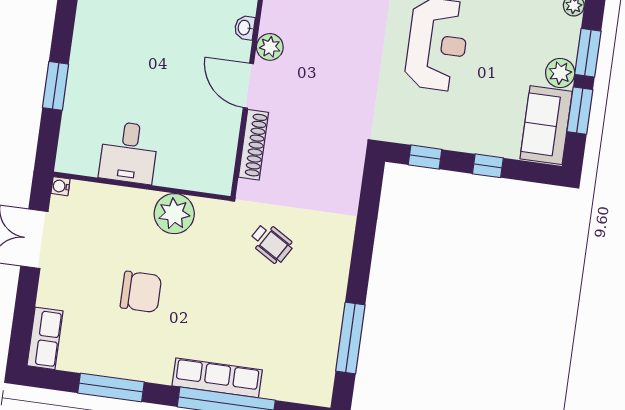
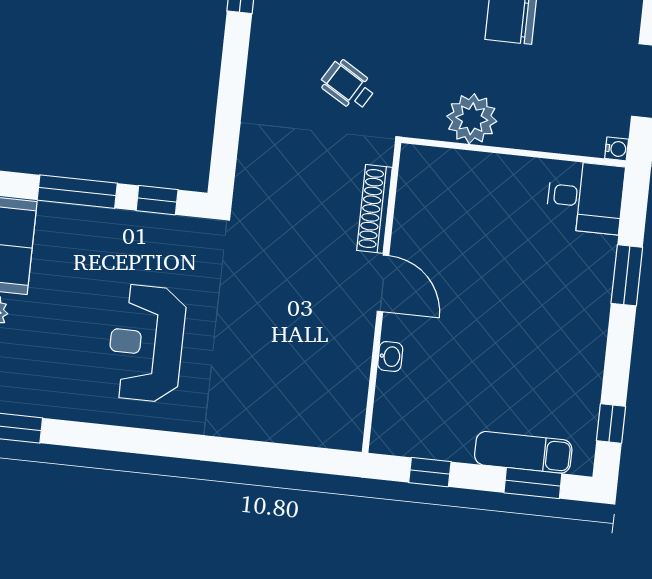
plant: (270, 47) -> (358, 333), removed
desk: (129, 152) -> (585, 197), moved, turned 90
window: (488, 166) -> (77, 192), width x2.17

